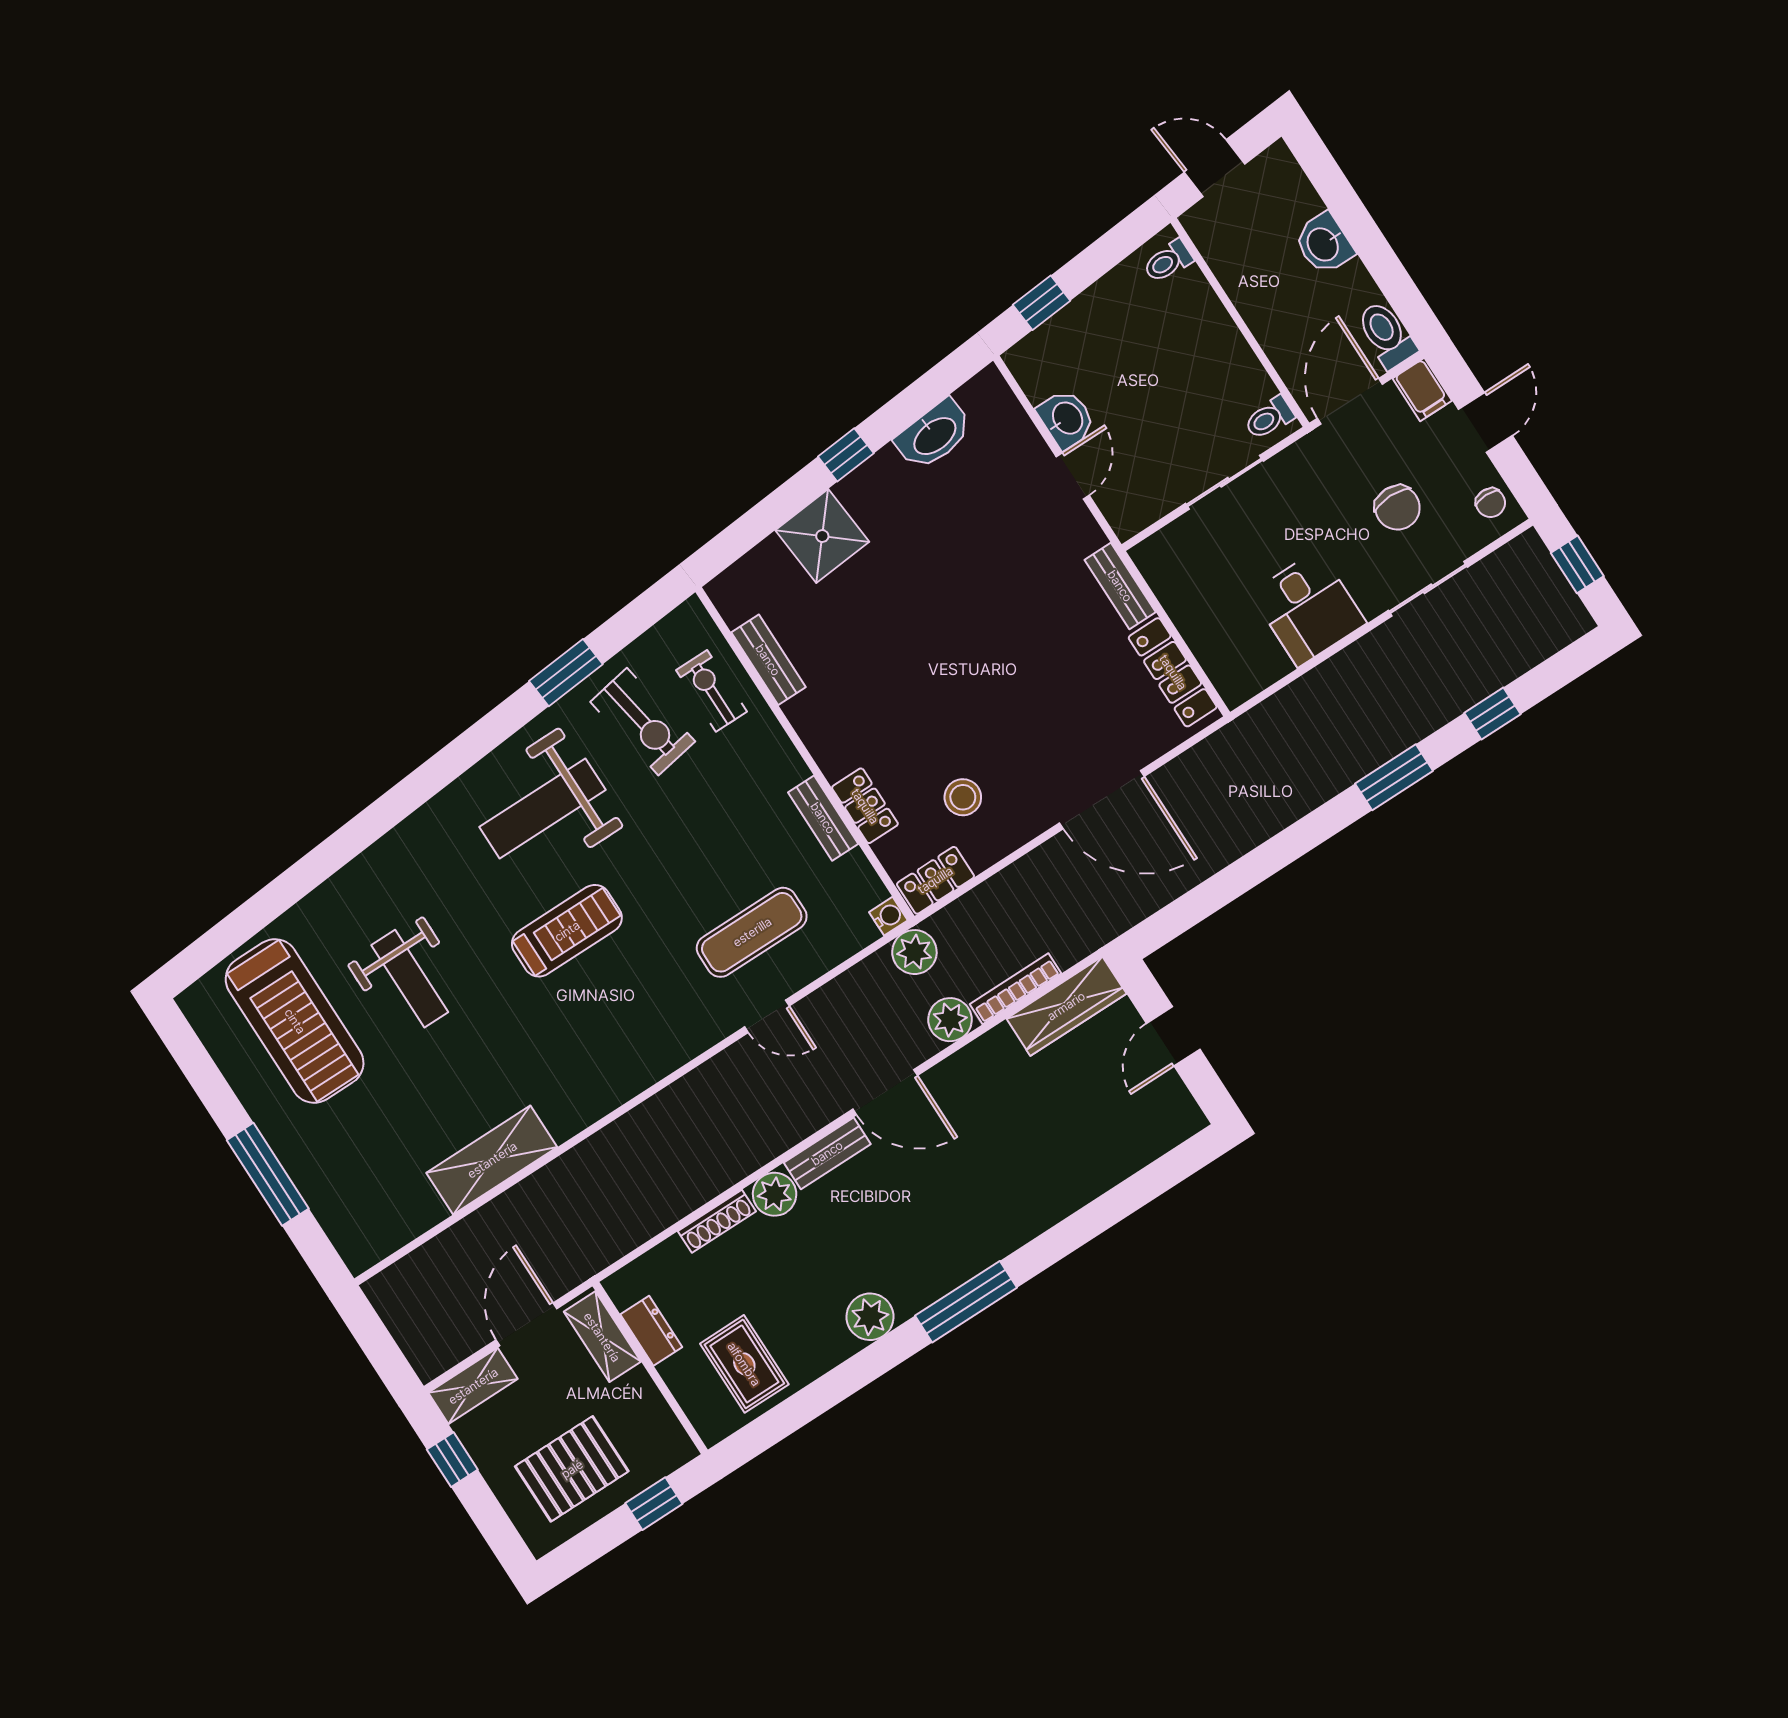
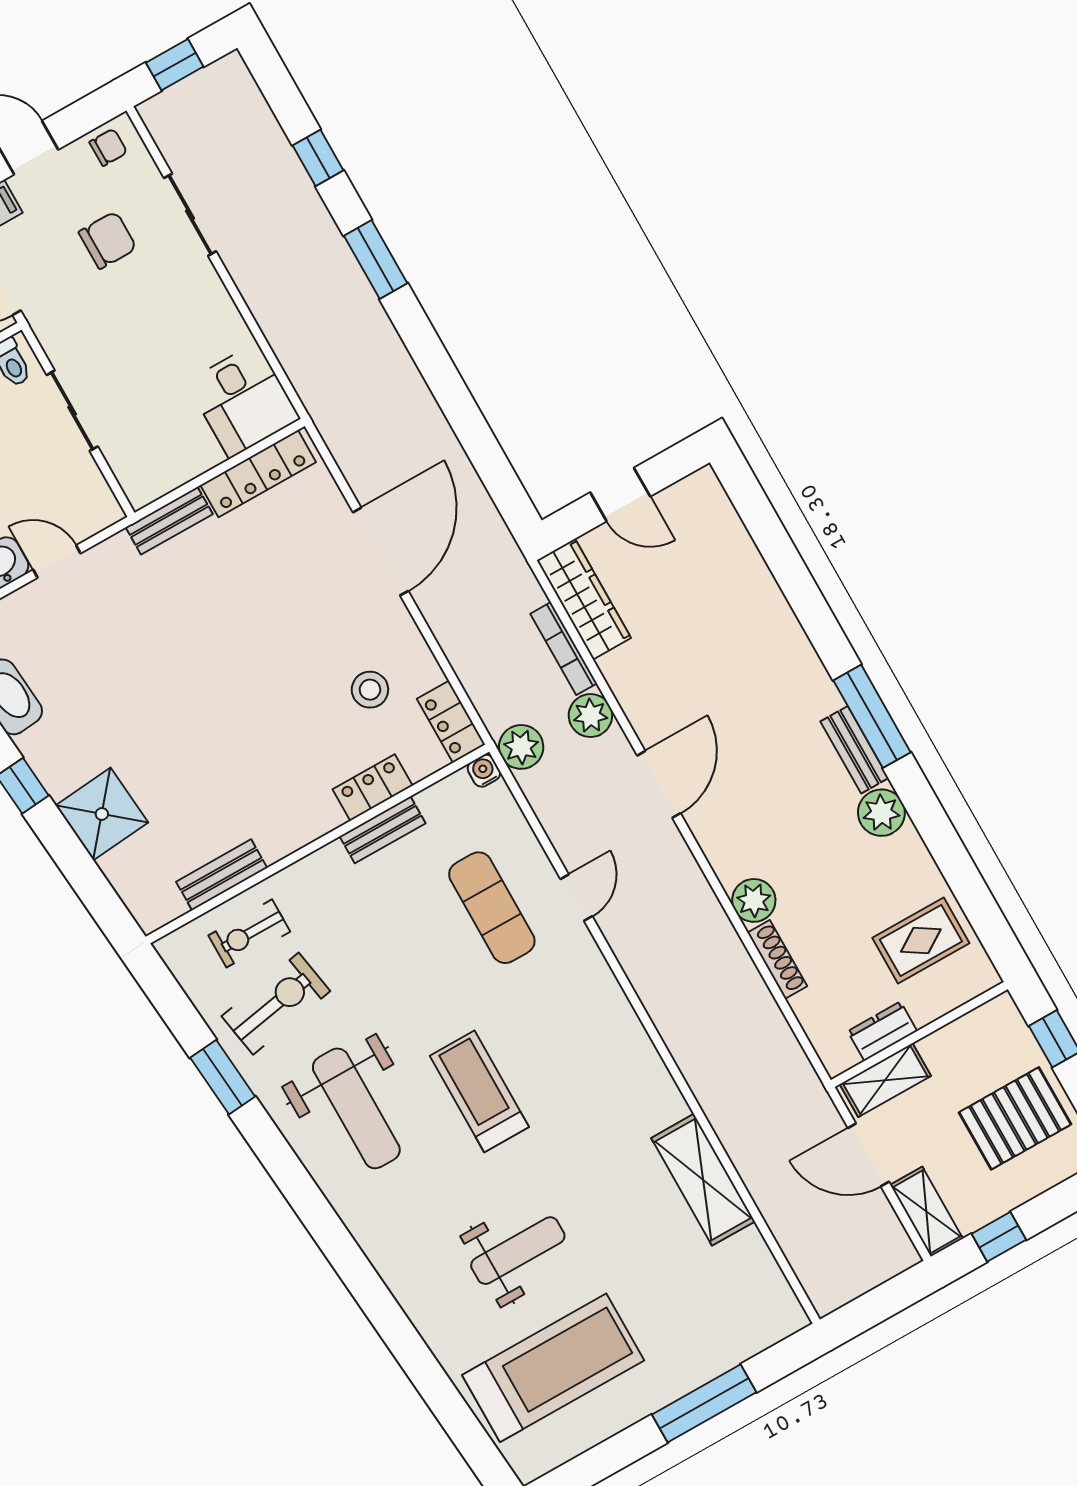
desk: (1308, 608) -> (243, 400), moved, turned 90
bench: (827, 1153) -> (854, 750), moved
pallet: (572, 1469) -> (1015, 1118), turned 90

